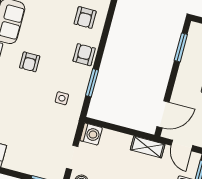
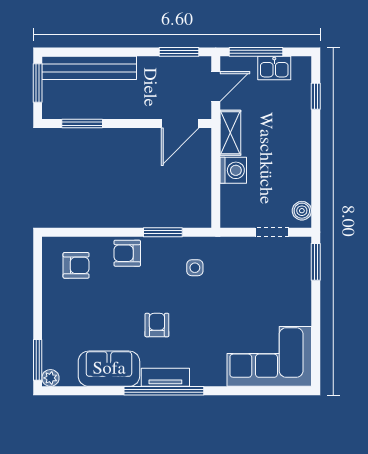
armchair: (30, 62) -> (157, 325), turned -90
door: (163, 114) -> (180, 124), swing flipped
washing machine: (91, 134) -> (233, 170), moved, turned 90

